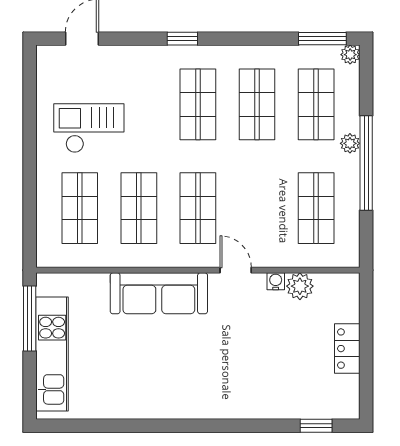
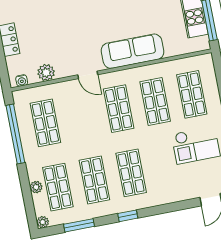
window: (182, 39) -> (128, 216), moved
window: (322, 39) -> (79, 225), moved
plant: (350, 143) -> (36, 187), moved
window: (366, 163) -> (15, 134), moved
water cooler: (276, 281) -> (22, 80), moved

